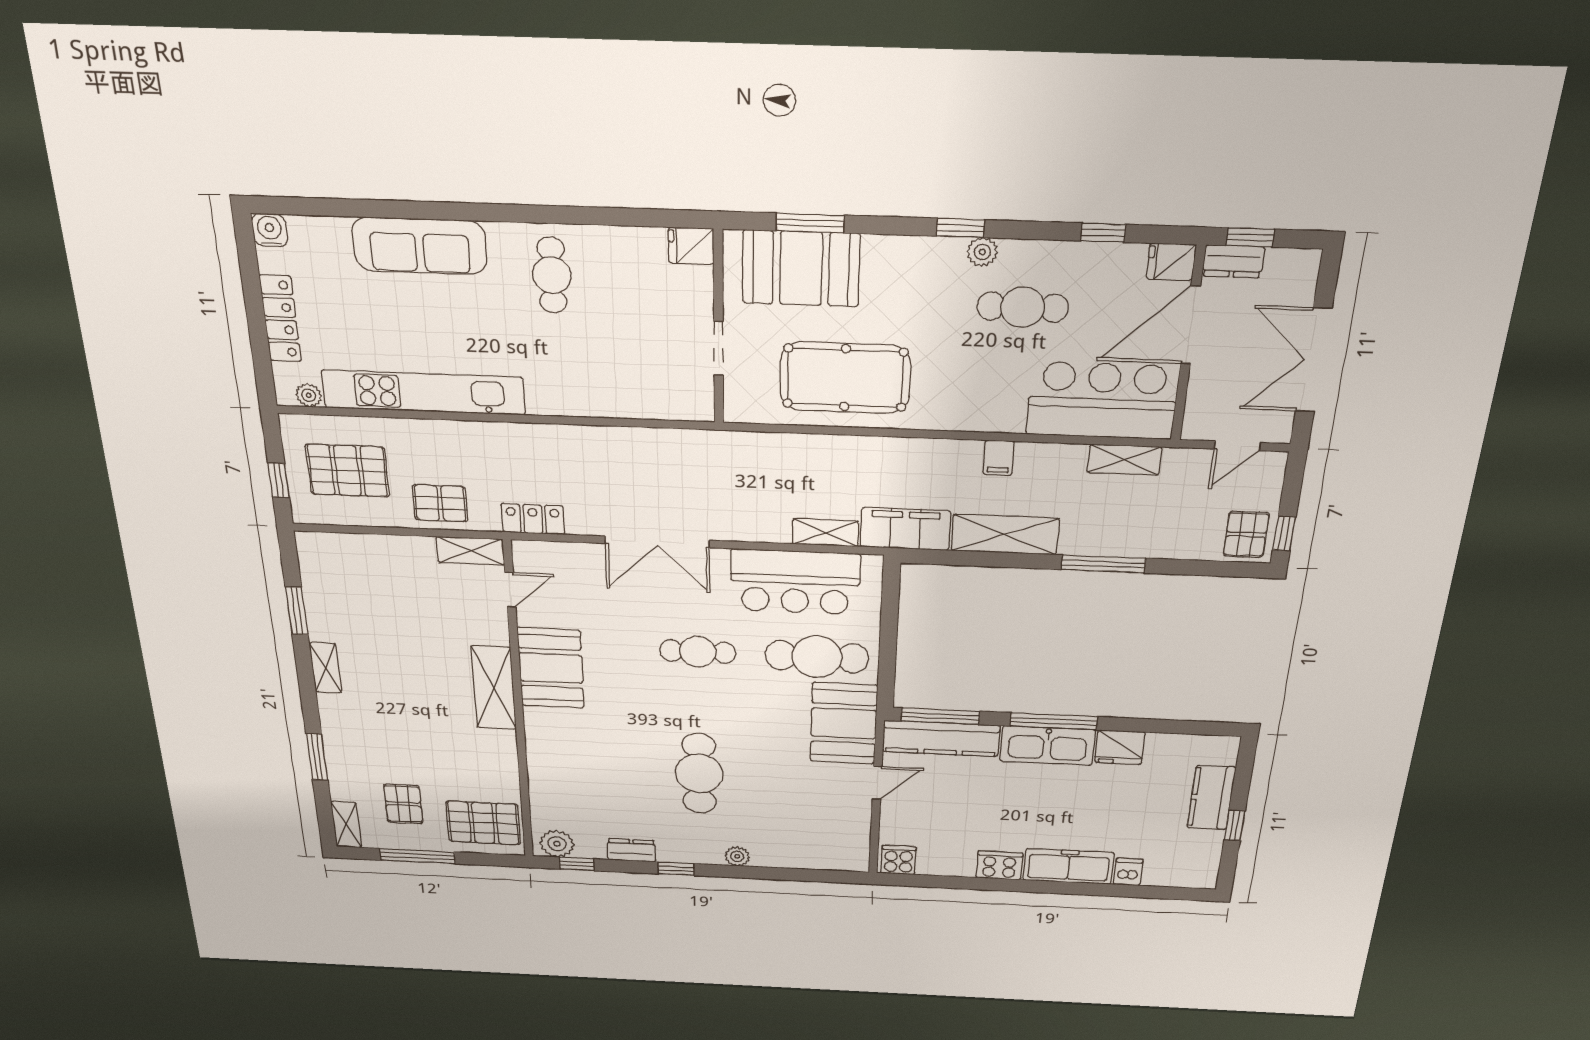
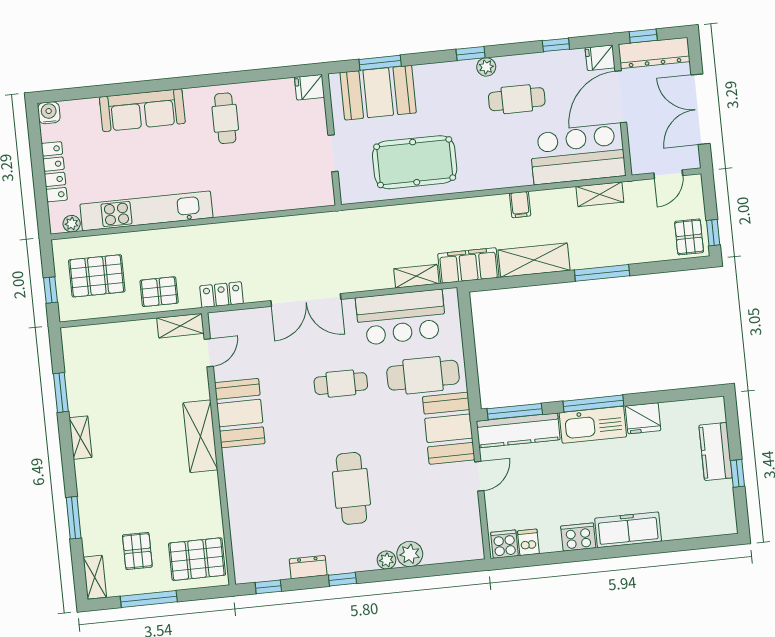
dresser: (1233, 261) -> (654, 53), width x1.96, depth x1.24
plant: (557, 844) -> (410, 554), moved
dishwasher: (1128, 872) -> (528, 542), moved

